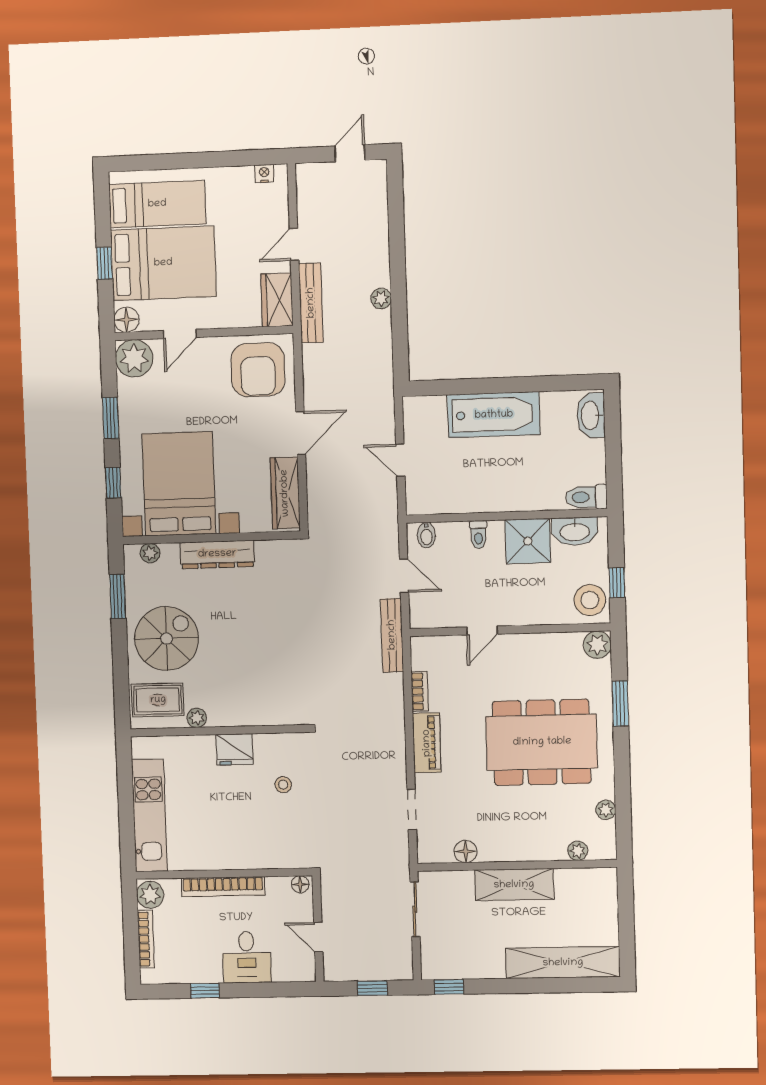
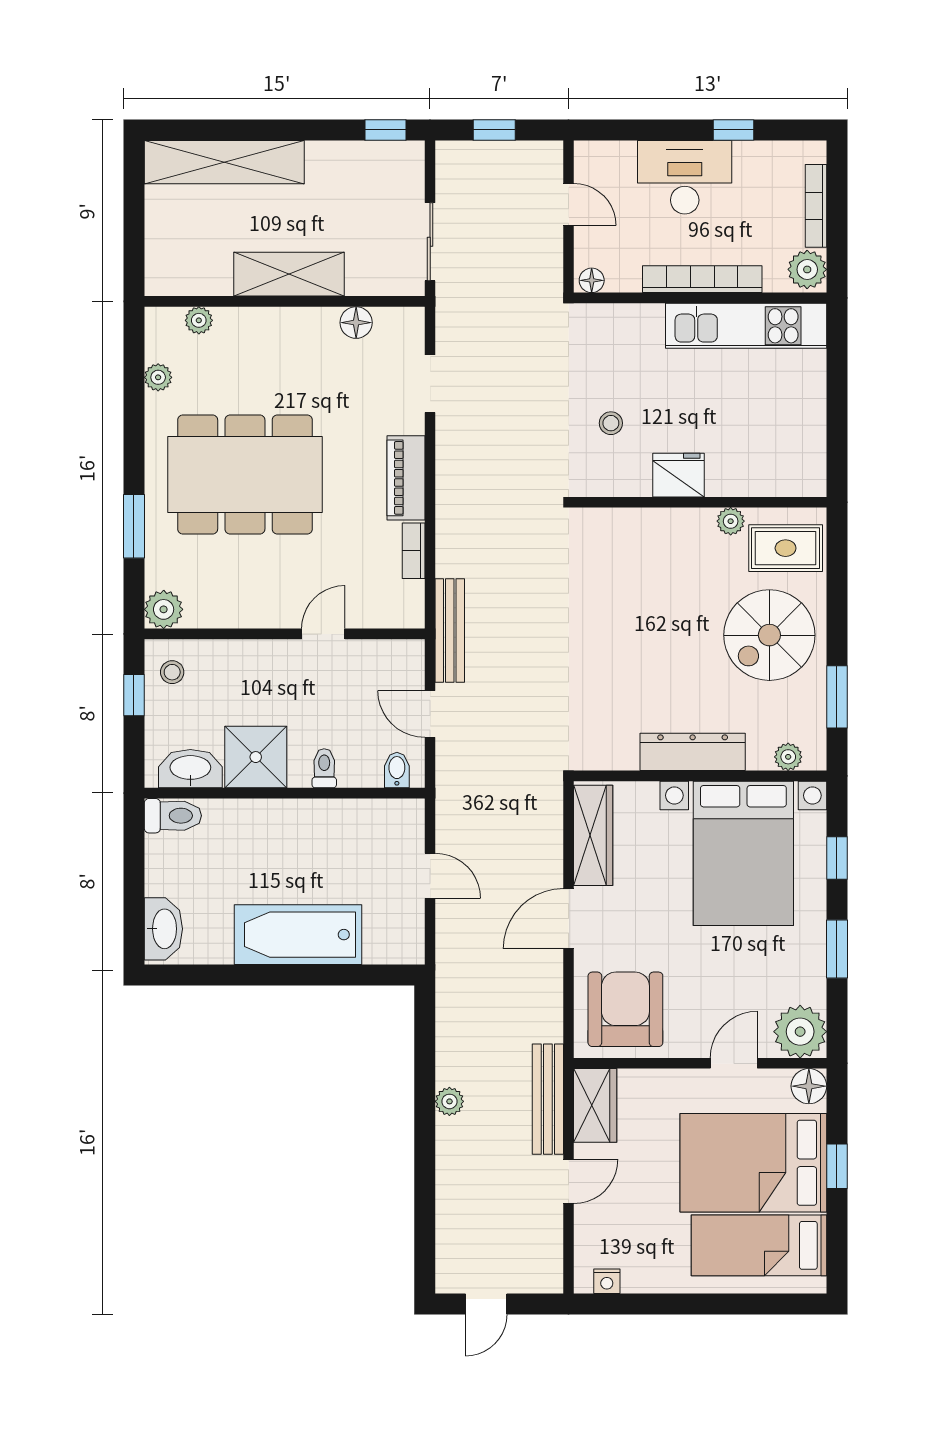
stool: (590, 600) -> (172, 672), width x0.53, depth x0.53
kitchen unit: (149, 815) -> (746, 326), moved, turned -90
desk: (247, 957) -> (685, 177), width x1.37

